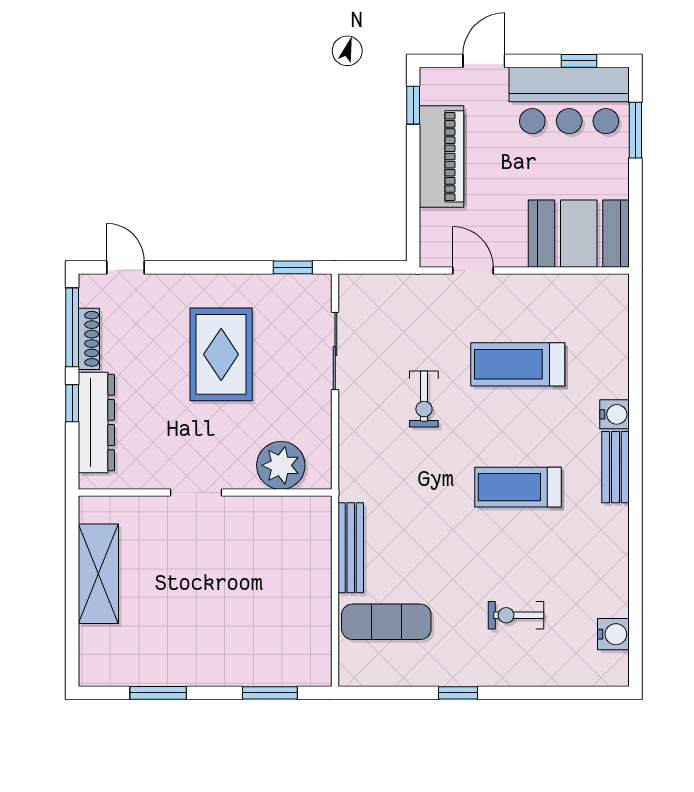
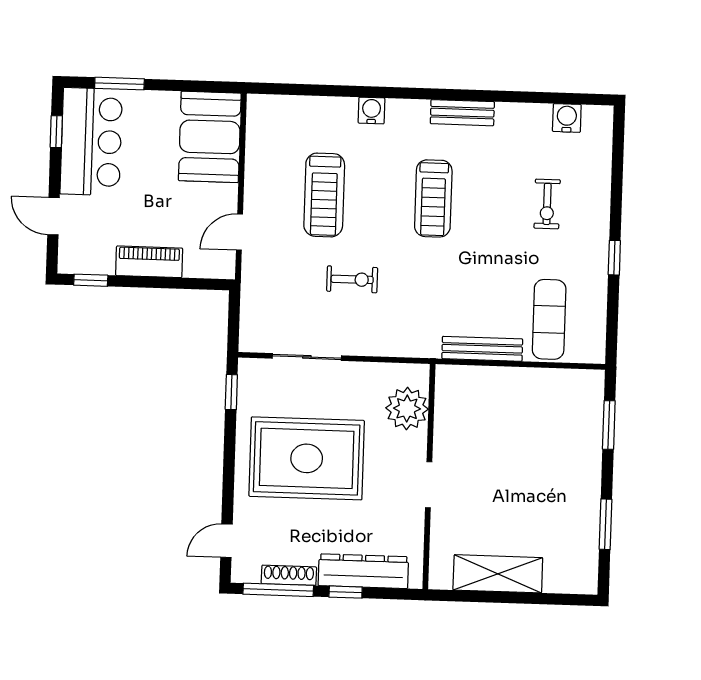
piano: (442, 156) -> (149, 262), width x0.73, depth x0.75
rug: (221, 354) -> (307, 458), width x1.37, depth x1.44
bench: (615, 467) -> (462, 113), moved

